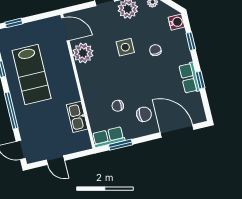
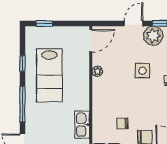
door: (65, 29) -> (91, 41), hinge flipped
plant: (83, 53) -> (97, 71), width x0.53, depth x0.53

